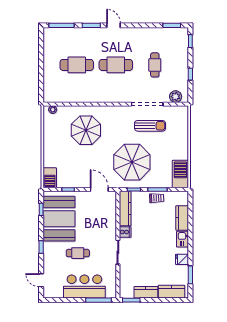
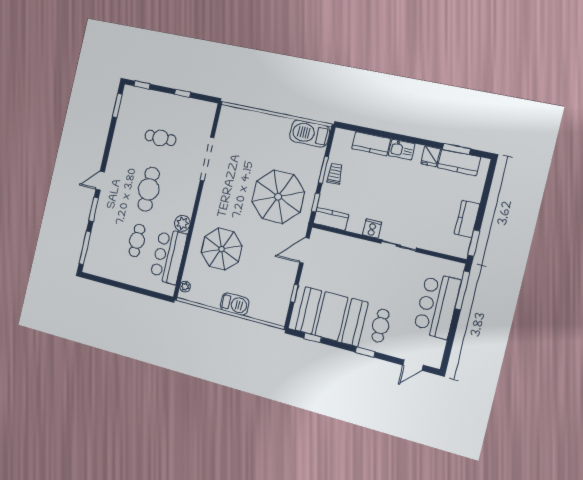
cafe table: (77, 65) -> (137, 240), width x0.73, depth x0.74
bar counter: (71, 92) -> (168, 256), added
plant: (176, 97) -> (182, 223), moved
sun lounger: (150, 126) -> (236, 161), removed
barbecue: (50, 178) -> (235, 304), moved
kitchen counter: (125, 208) -> (331, 219), width x0.67
cafe table: (78, 253) -> (380, 326), moved
kitchen counter: (171, 292) -> (459, 162), moved, turned -90

